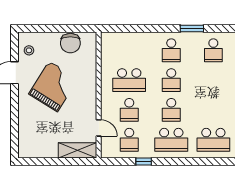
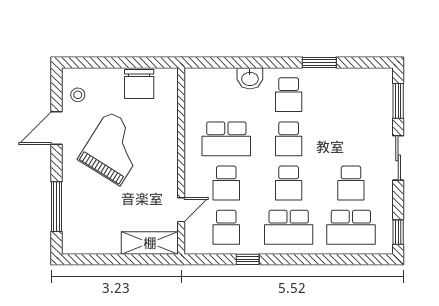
washbasin: (145, 39) -> (250, 78), added
school desk: (213, 50) -> (351, 183), moved
window: (15, 126) -> (57, 207), added
door: (99, 128) -> (181, 210), hinge flipped

